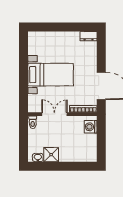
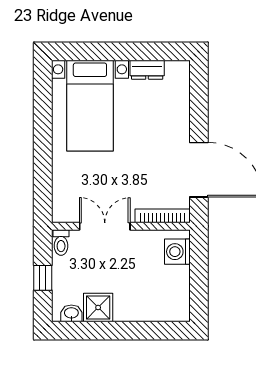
dresser: (89, 36) -> (147, 70), moved
bed with nightstands: (51, 75) -> (90, 106), moved, turned 90
window: (24, 140) -> (43, 278), added

